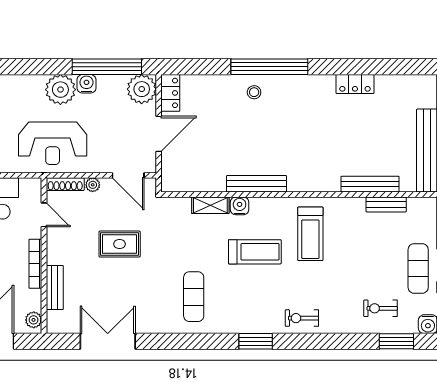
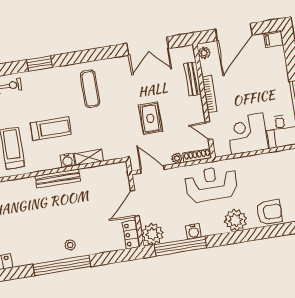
plant: (60, 90) -> (235, 220), moved
rug: (120, 244) -> (150, 118), turned 90
treadmill: (255, 252) -> (51, 129), turned 180

